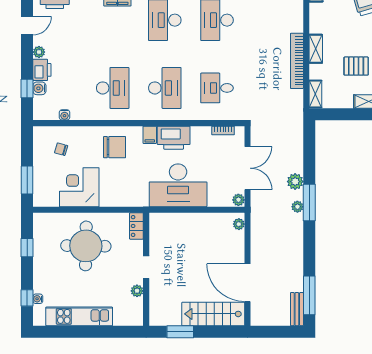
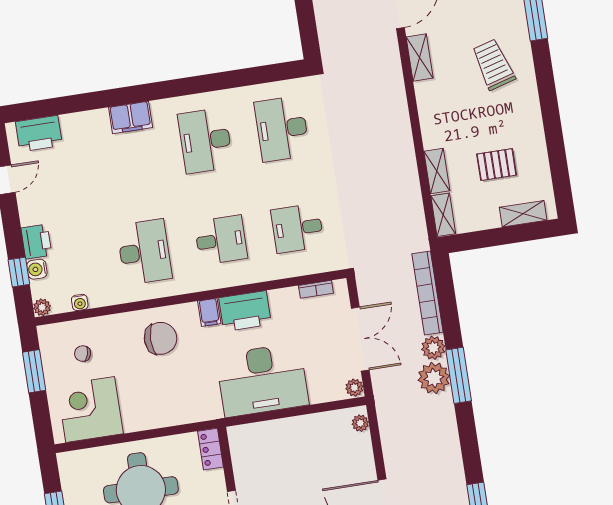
shelving: (316, 49) -> (437, 171), moved
plant: (39, 52) -> (42, 307), moved
bookcase: (297, 61) -> (428, 293), moved
desk: (165, 88) -> (221, 240), width x0.73
window: (27, 180) -> (34, 371), moved
corner desk: (79, 187) -> (90, 410), moved
plant: (297, 207) -> (434, 378), width x1.88, depth x1.88

